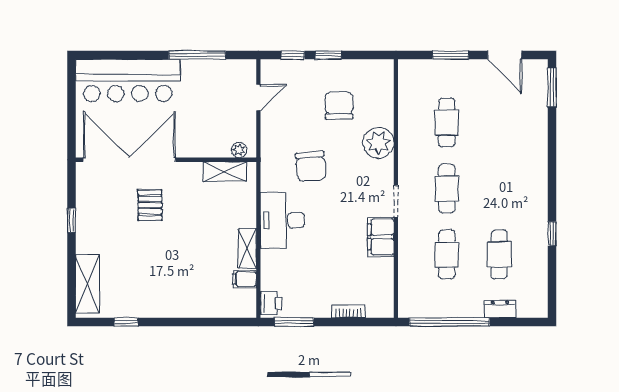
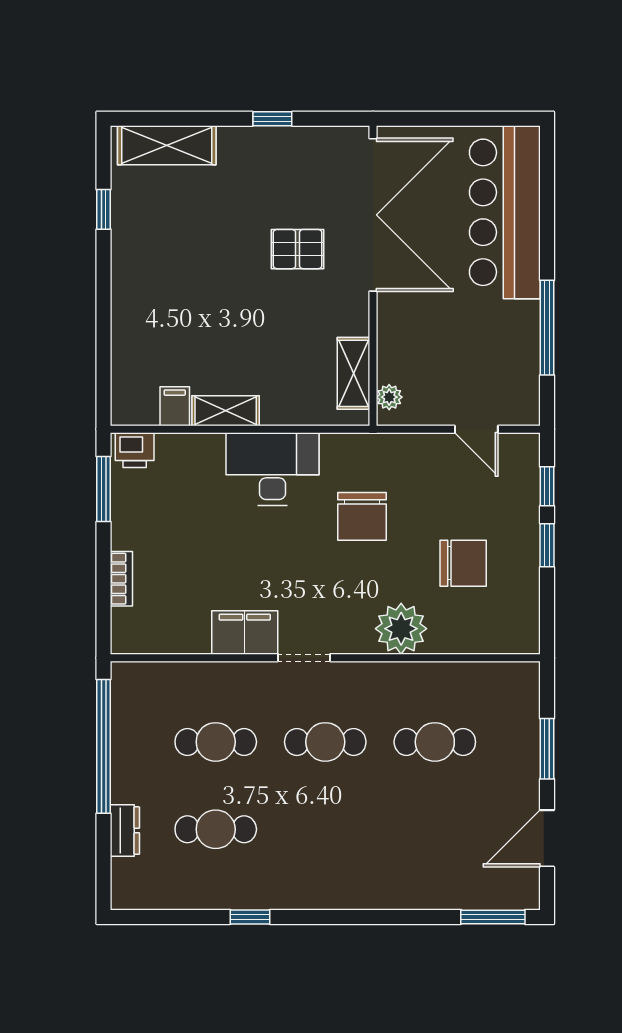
chair: (311, 166) -> (362, 516), turned -85

